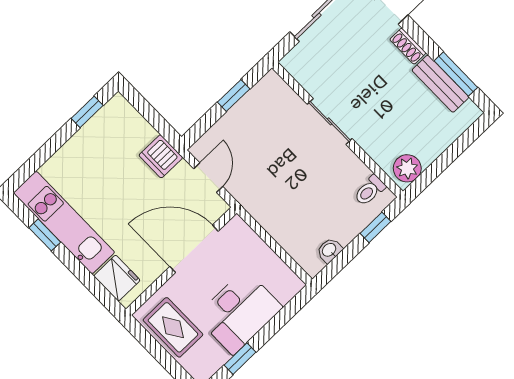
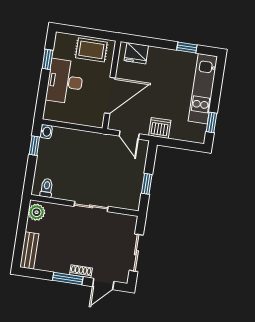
window: (456, 74) -> (68, 279), moved
bench: (440, 84) -> (29, 250), moved, turned 90
kitchen unit: (64, 222) -> (203, 89), moved, turned 90
window: (375, 227) -> (34, 146), moved
washbasin: (329, 250) -> (46, 132), moved

